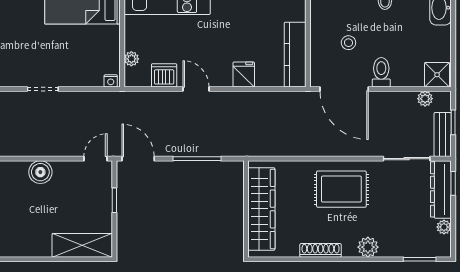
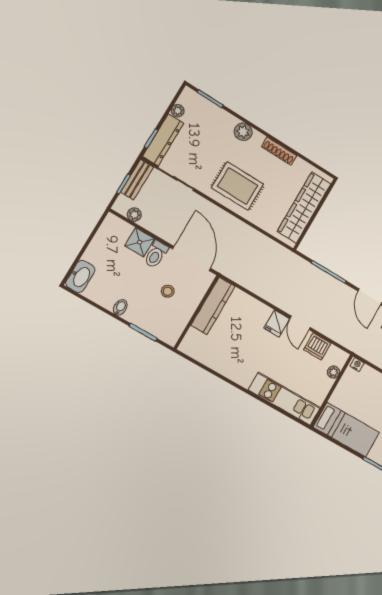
fridge: (244, 74) -> (277, 323), moved
shower: (437, 75) -> (140, 242), moved

